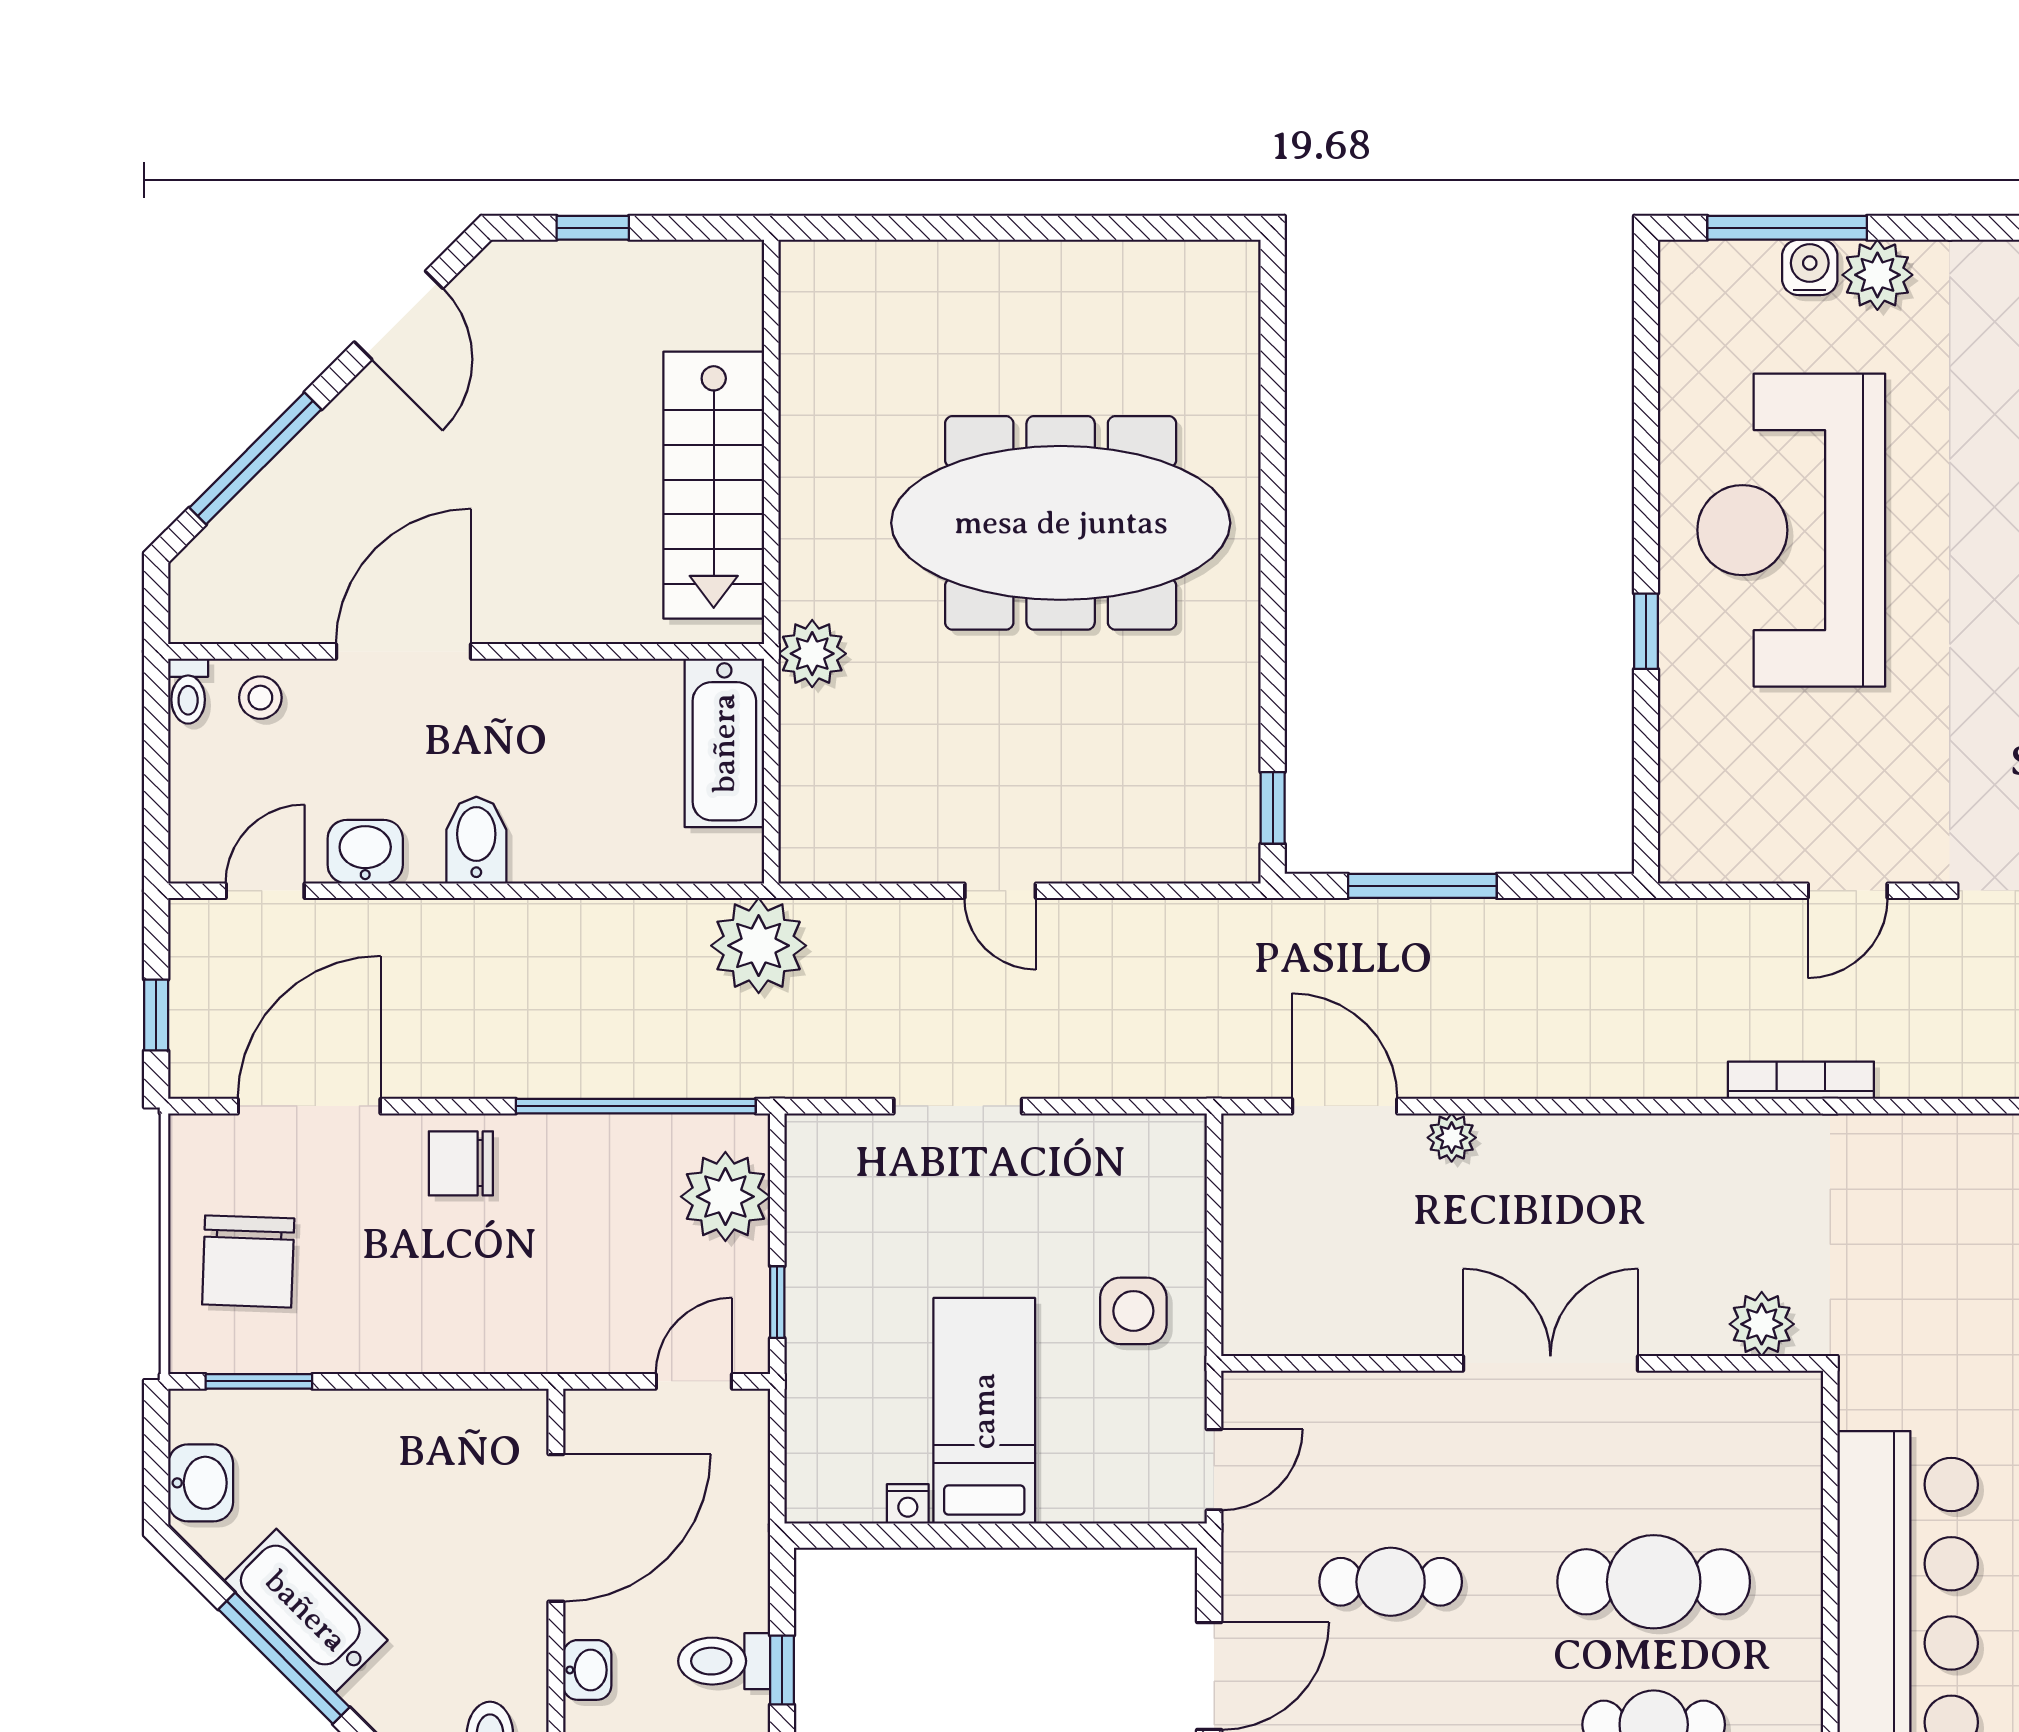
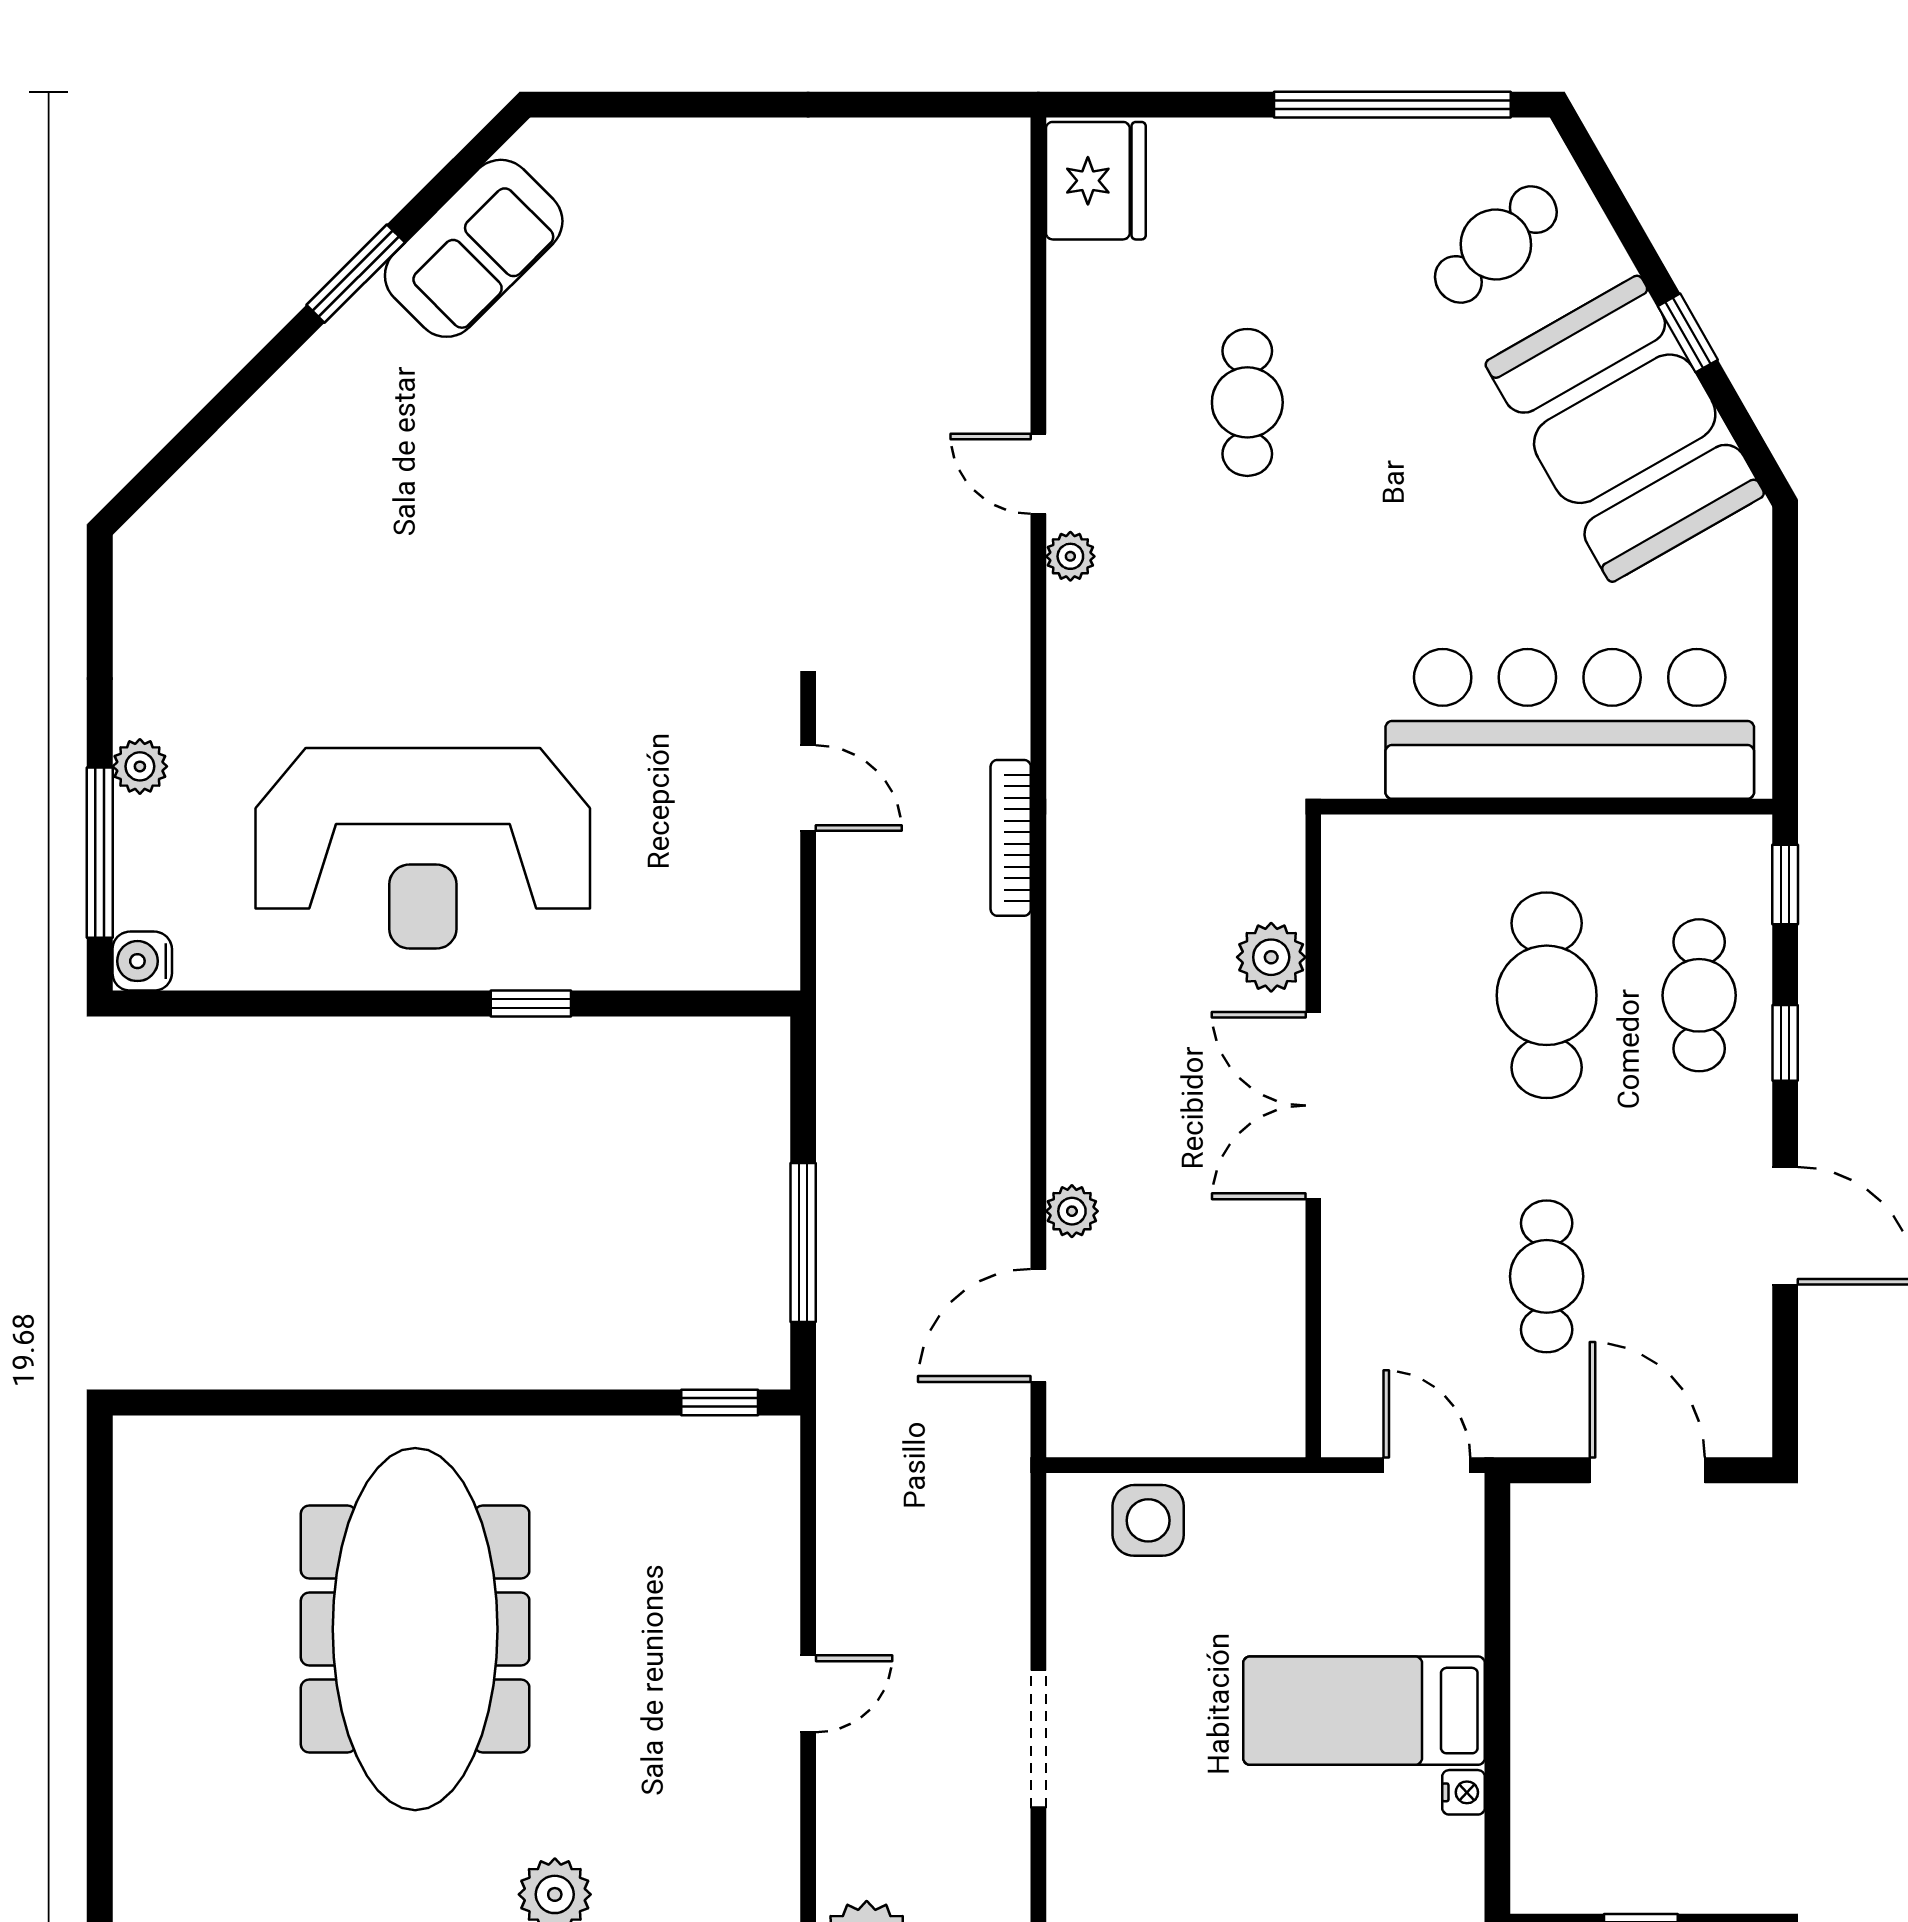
water cooler: (1810, 267) -> (142, 961), moved
plant: (1877, 275) -> (140, 766), width x0.73, depth x0.73
side table: (1133, 1311) -> (1148, 1520), moved
plant: (1762, 1324) -> (1271, 957), moved

